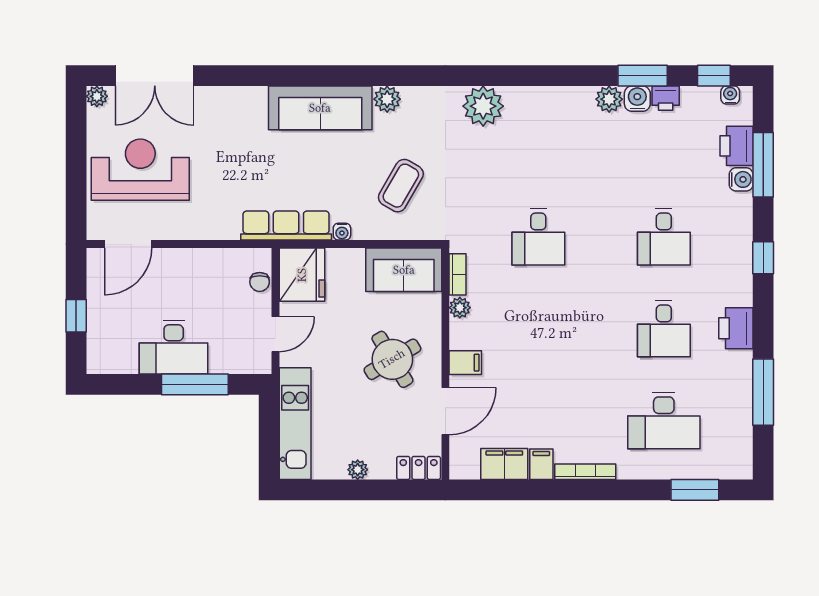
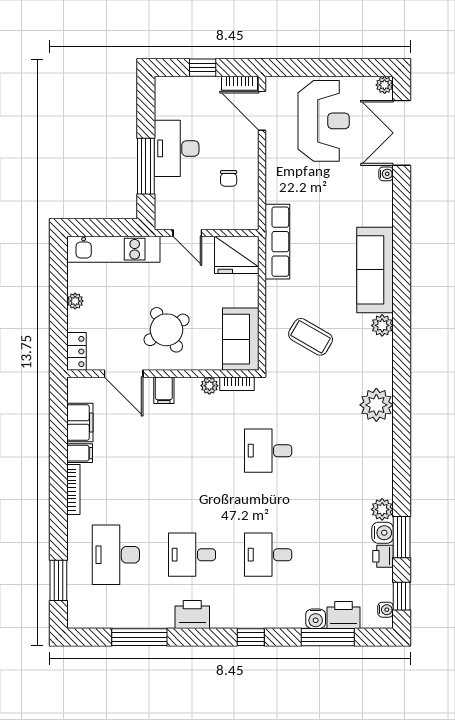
water cooler: (342, 232) -> (386, 174), moved, turned 180
bookcase: (95, 271) -> (239, 83), added
chair: (260, 282) -> (229, 178), moved, turned -90

